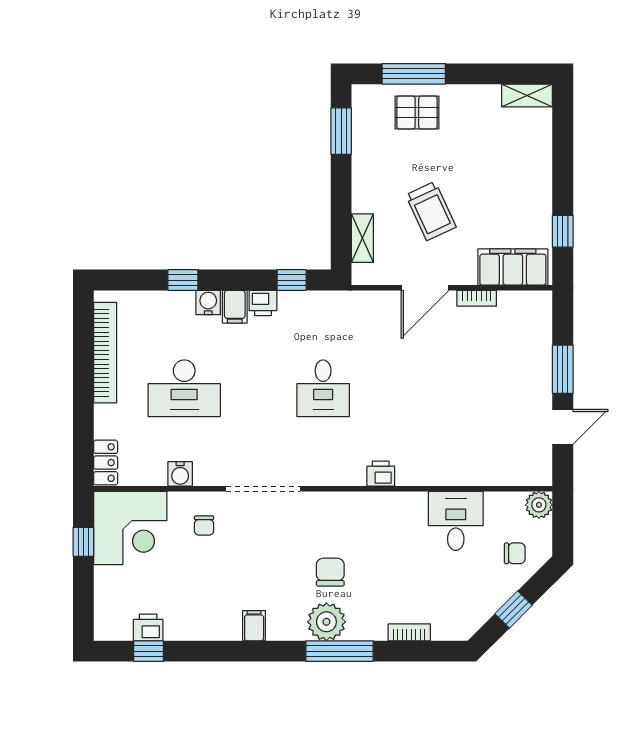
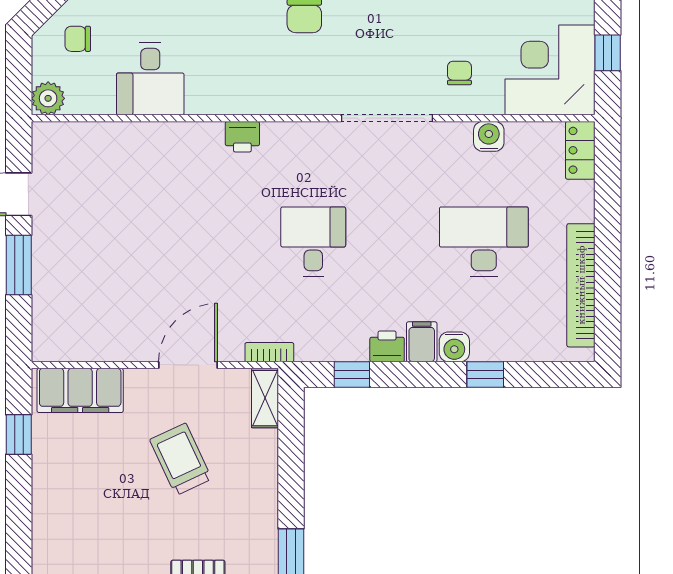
shelving: (362, 238) -> (265, 398), moved
bookcase: (477, 298) -> (269, 352), moved

